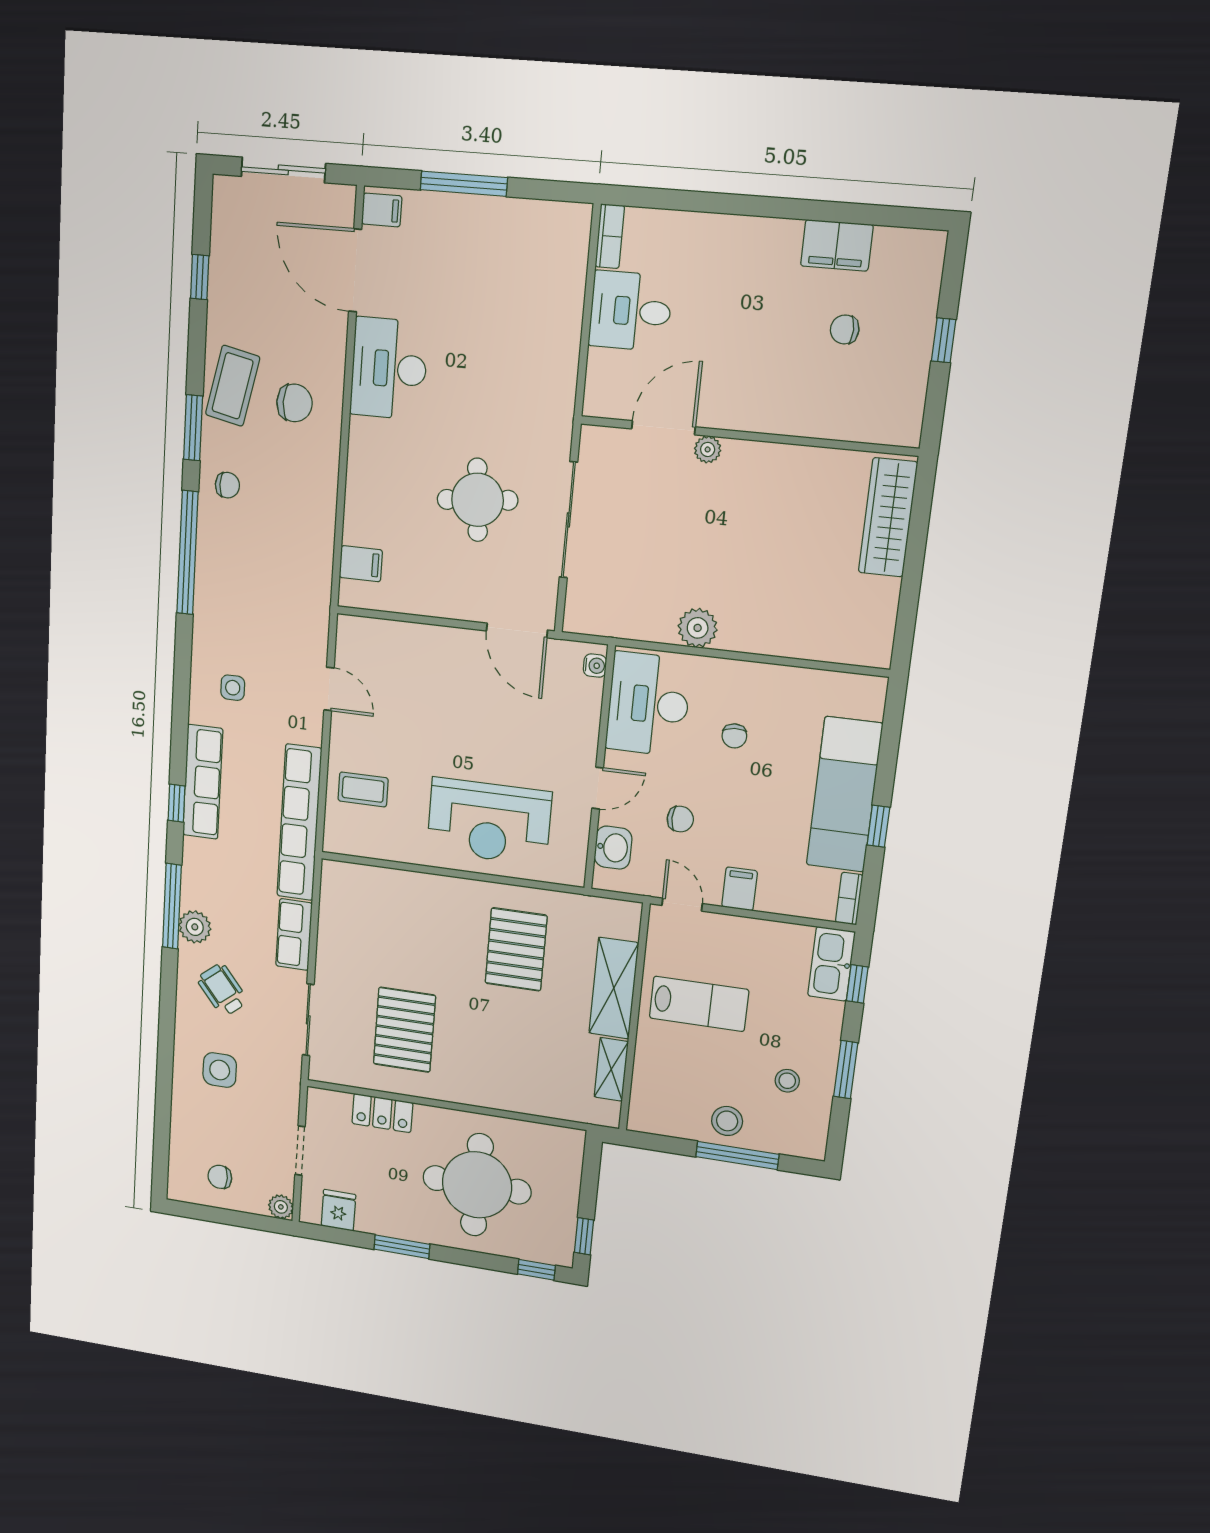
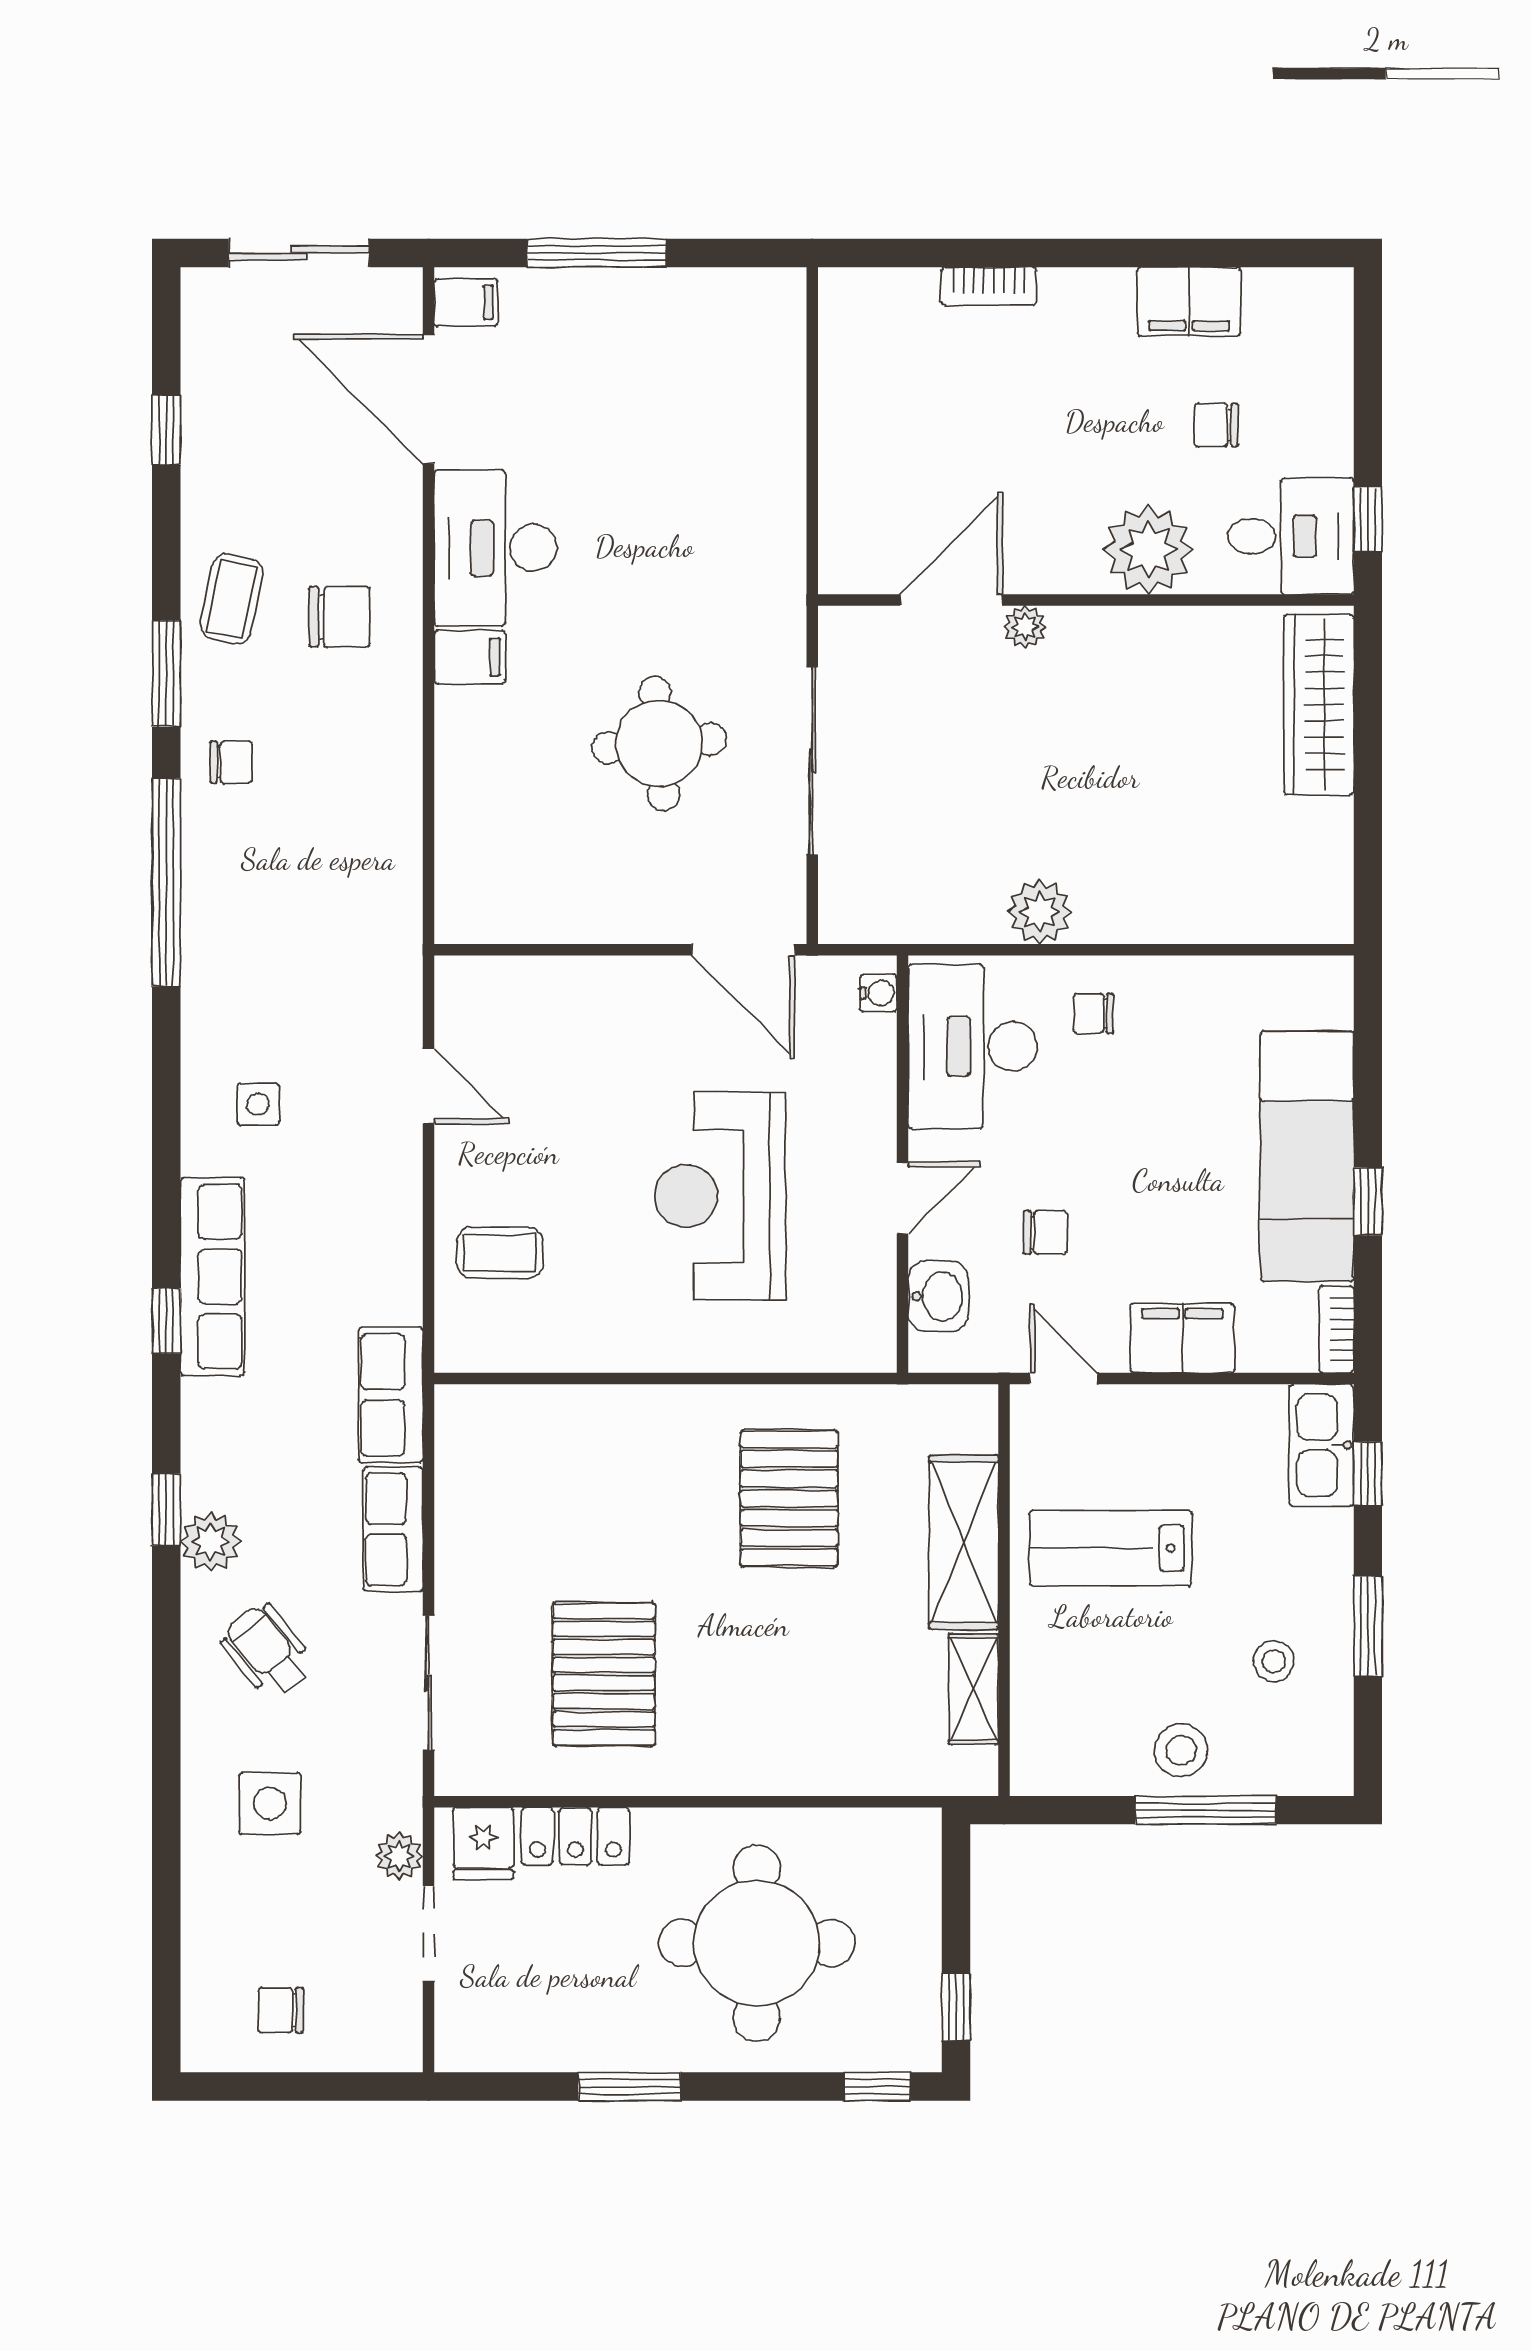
bookcase: (610, 236) -> (989, 286), moved, turned 90
desk: (630, 311) -> (1291, 536), moved, turned 180
window: (944, 340) -> (1368, 519), moved
coffee table: (233, 386) -> (232, 599), width x0.73, depth x0.77
plant: (791, 407) -> (1148, 550), added
filing cabinet: (361, 564) -> (470, 657), moved
chair: (734, 736) -> (1093, 1013), moved, turned 94
reception desk: (489, 821) -> (720, 1196), moved, turned 90
row of seats: (299, 823) -> (391, 1395), width x0.50
filing cabinet: (740, 889) -> (1182, 1338), width x2.00
window: (172, 906) -> (166, 1510), width x0.46
lab bench: (699, 1004) -> (1111, 1548), turned 180
plant: (281, 1207) -> (399, 1856), moved
fridge: (338, 1210) -> (483, 1843), moved, turned 180

